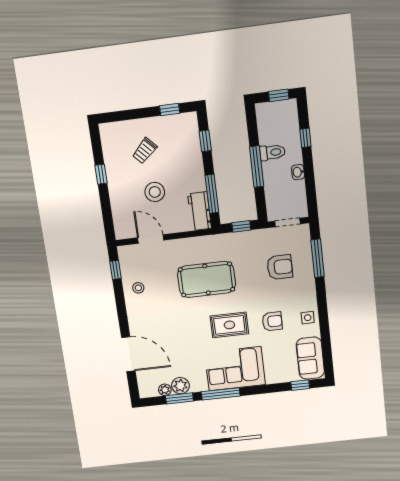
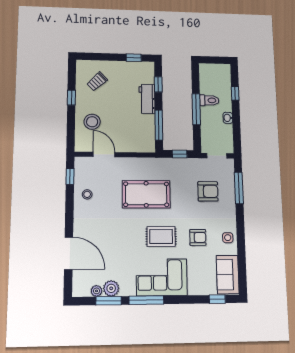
window: (279, 95) -> (217, 60), removed
trolley: (145, 151) -> (97, 82), moved
stool: (155, 192) -> (92, 122), moved
workbench: (199, 211) -> (147, 99), moved

